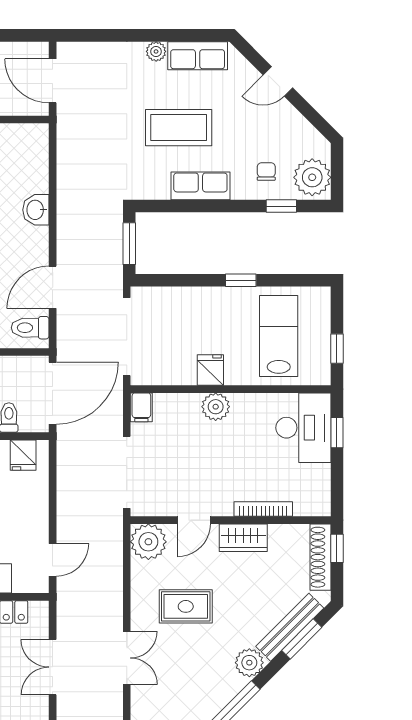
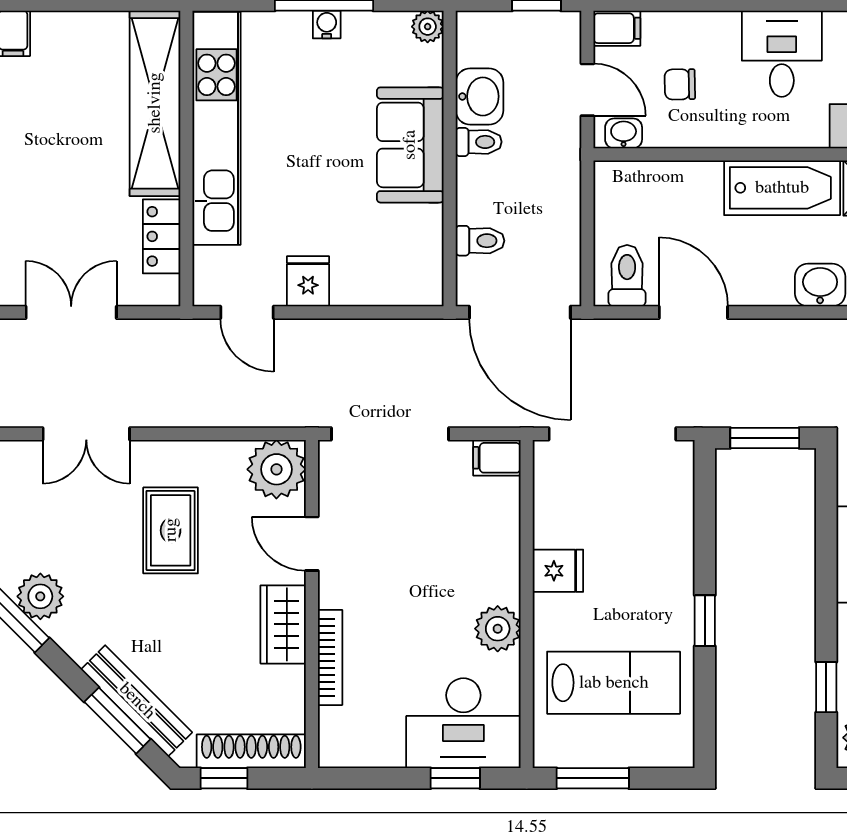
window: (337, 349) -> (593, 778), width x1.50
plant: (216, 407) -> (498, 629), moved
fridge: (23, 455) -> (308, 281), moved, turned 90
window: (337, 548) -> (224, 778), moved
plant: (249, 663) -> (40, 596), moved

